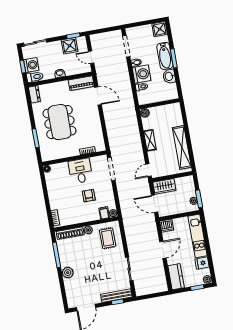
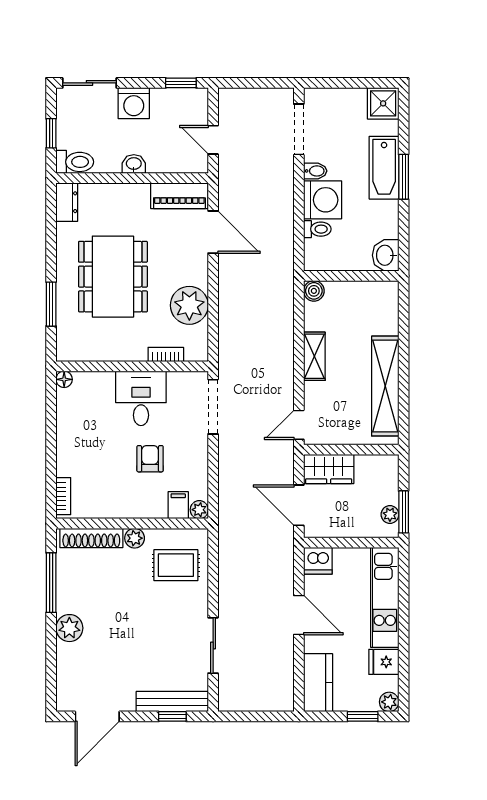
shower: (70, 46) -> (168, 104), removed
washing machine: (31, 65) -> (134, 103), moved, turned 90
washbasin: (169, 76) -> (386, 255), moved
plant: (94, 128) -> (189, 305), added
rug: (108, 238) -> (176, 565), turned 90
door: (163, 250) -> (299, 615), hinge flipped

